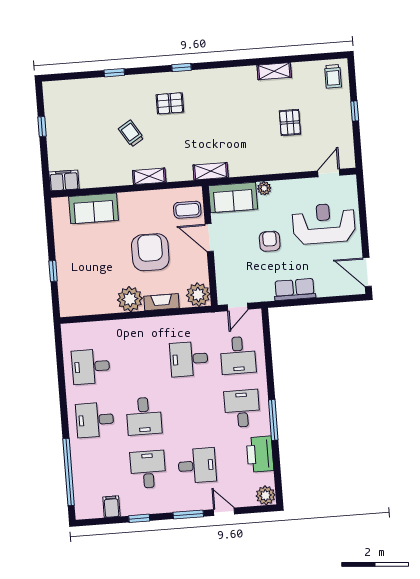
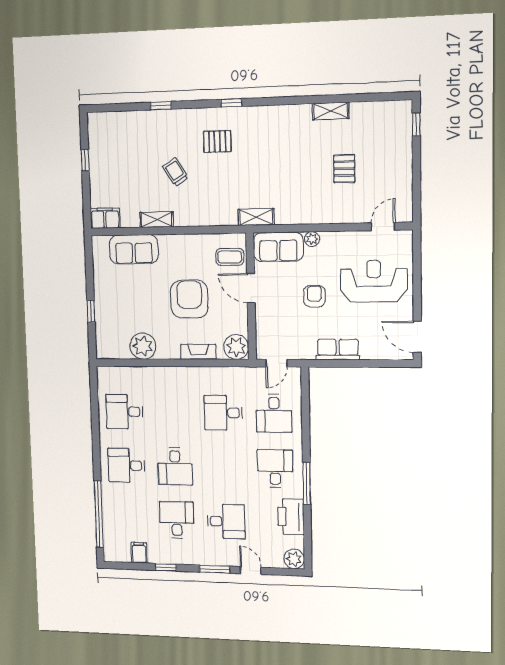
trolley: (333, 76) -> (395, 119), removed
window: (355, 111) -> (416, 124), moved
shelving: (149, 176) -> (157, 220), moved
plant: (130, 299) -> (143, 346), moved

